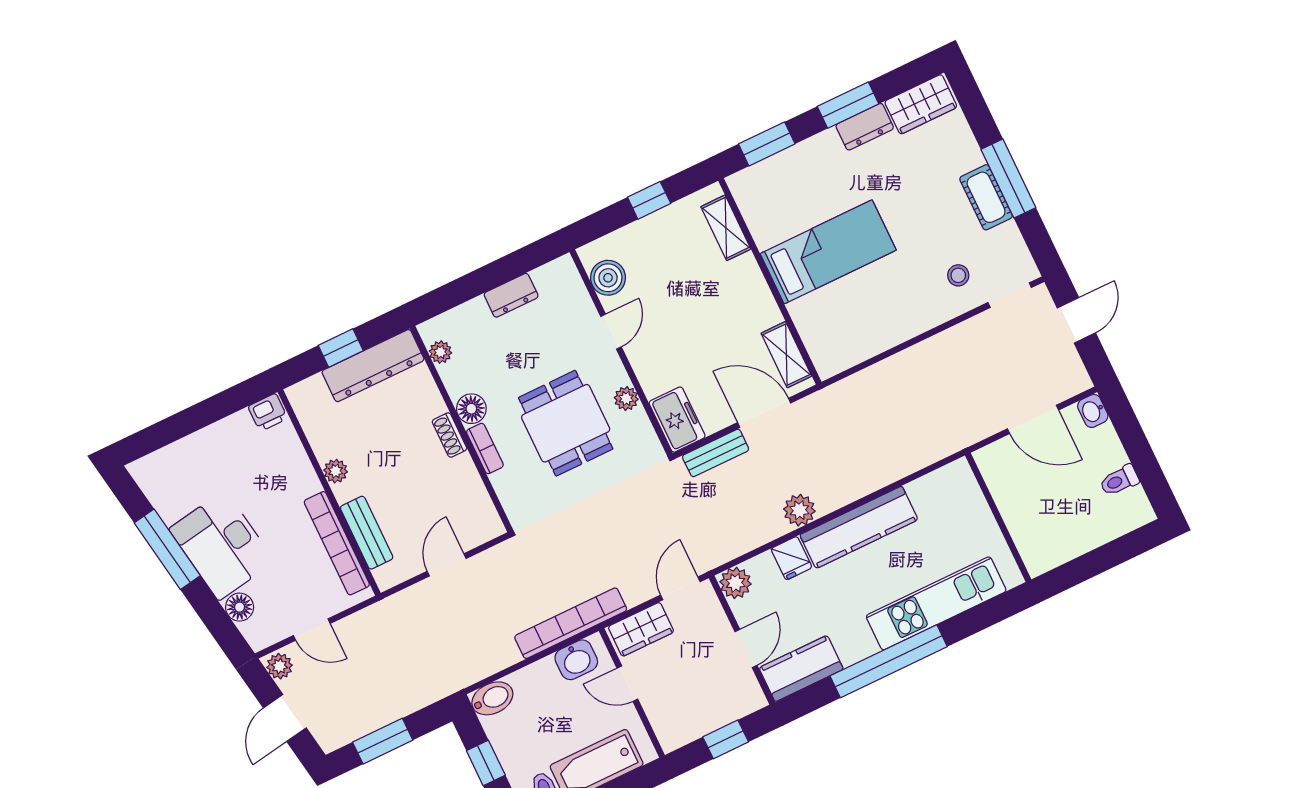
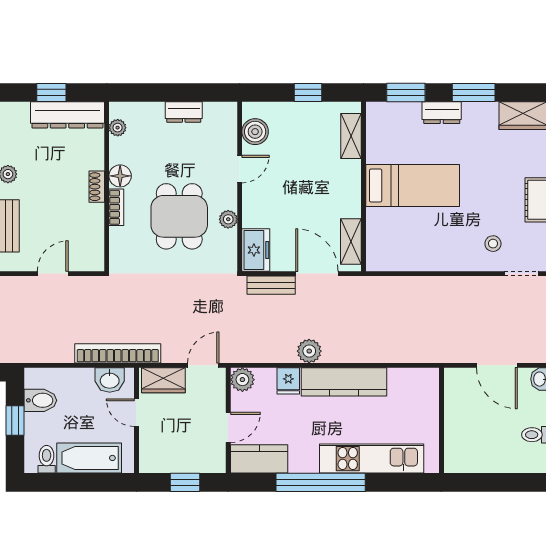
dresser: (865, 127) -> (442, 113), moved
bidet: (492, 698) -> (40, 400), moved

